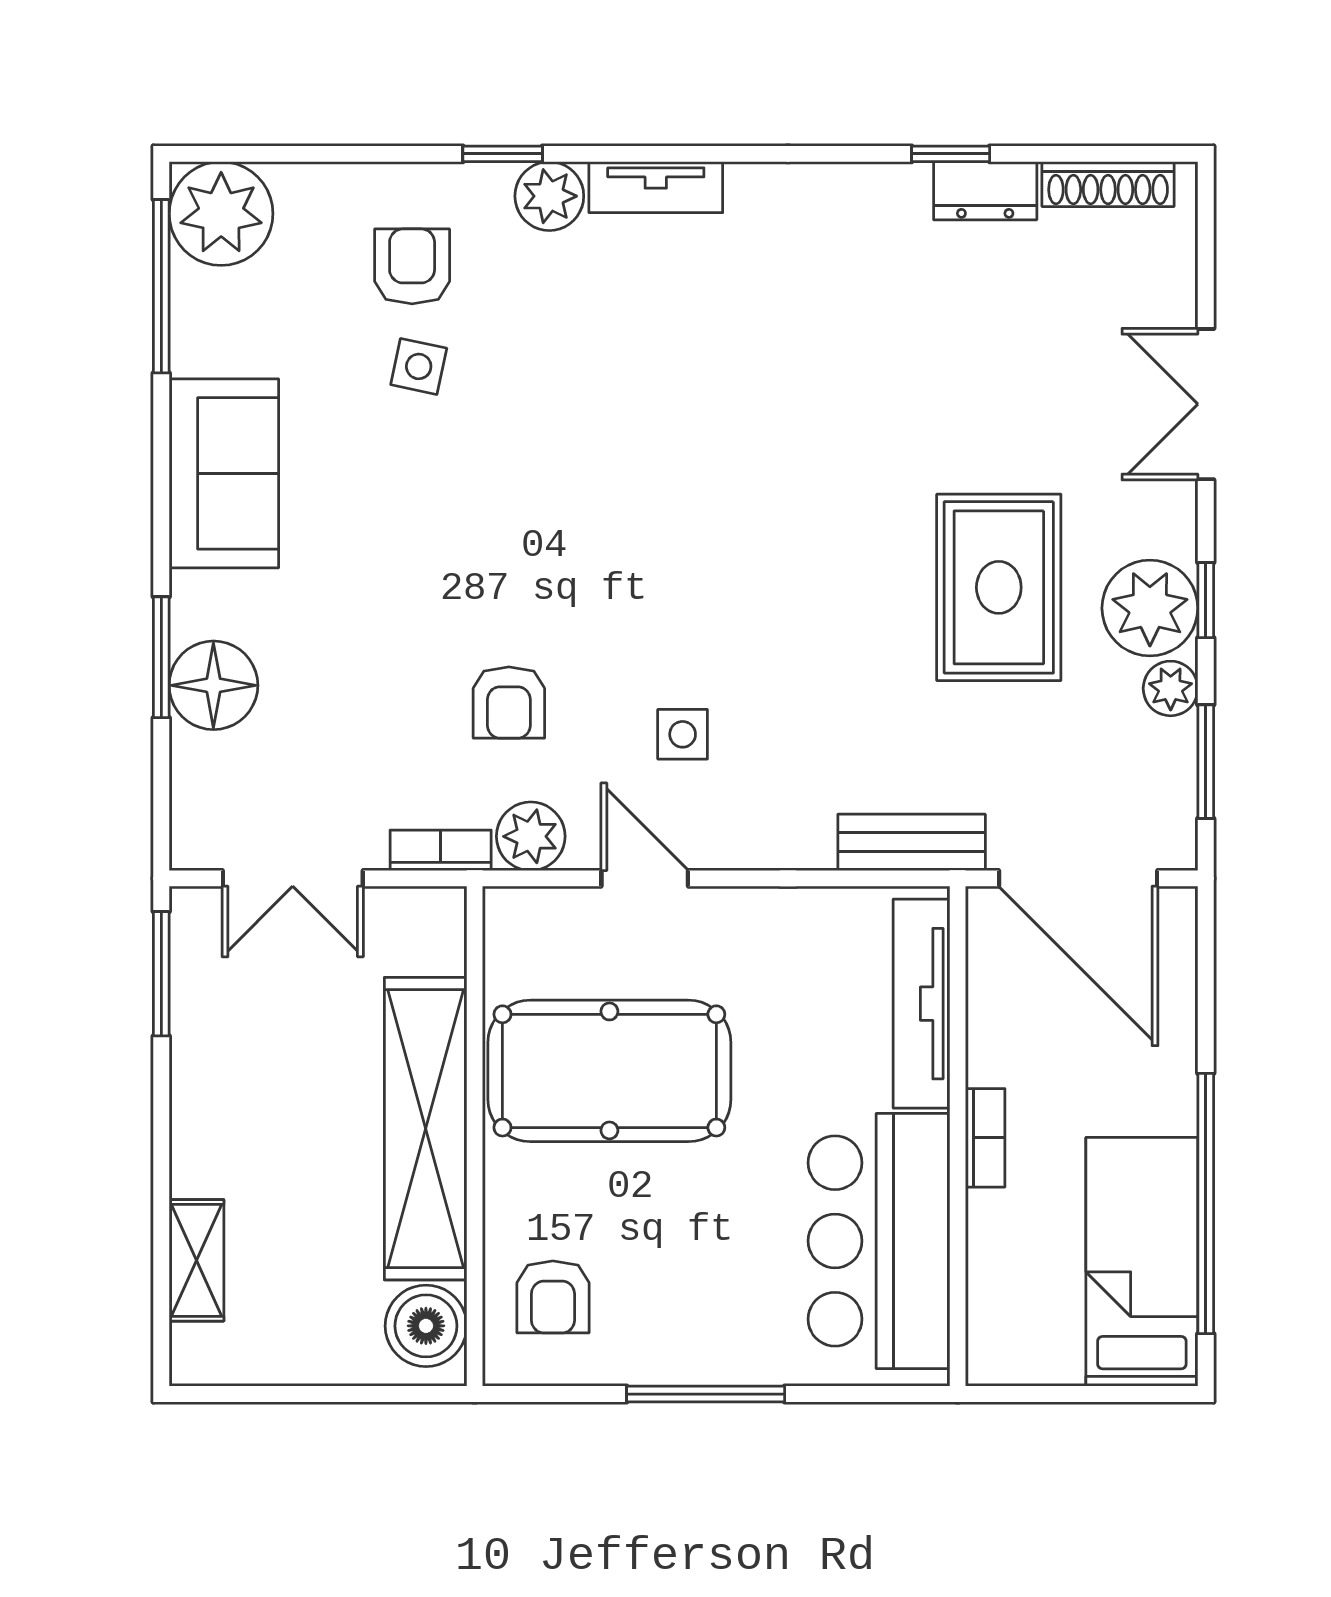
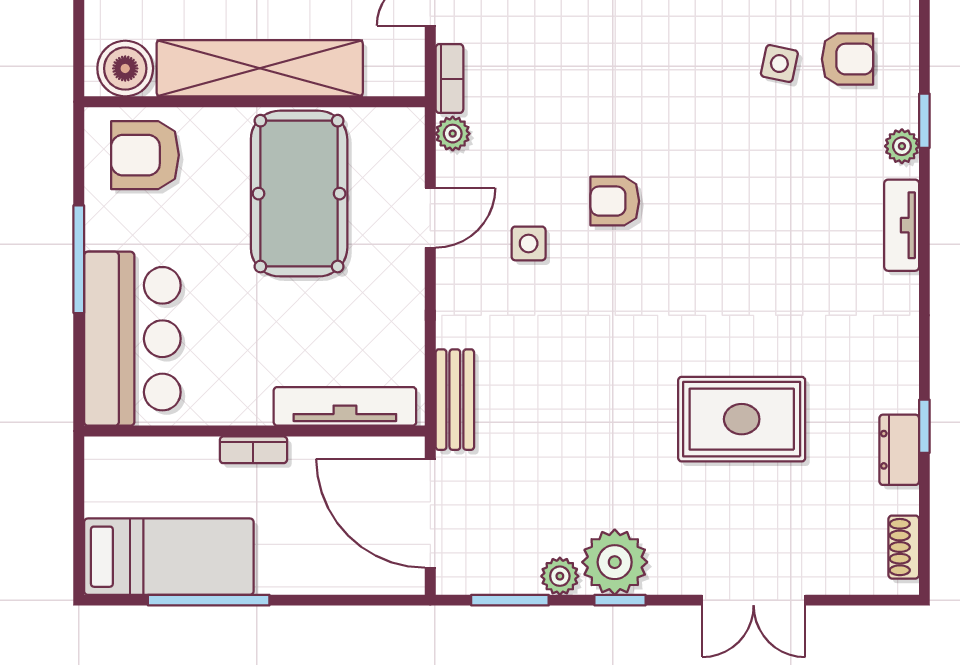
shoe rack: (1108, 184) -> (904, 547), width x0.70
plant: (549, 196) -> (902, 146), width x0.73, depth x0.73
double door: (1206, 404) -> (754, 600), swing flipped
rug: (999, 587) -> (742, 419), moved
armchair: (509, 702) -> (615, 201), moved
plant: (531, 836) -> (453, 134), width x0.73, depth x0.73
door: (1078, 878) -> (430, 513), hinge flipped
window: (1206, 1203) -> (209, 600), width x0.68
bar counter: (879, 1241) -> (132, 339), moved, turned 90
armchair: (553, 1297) -> (145, 155), width x1.38, depth x1.38

